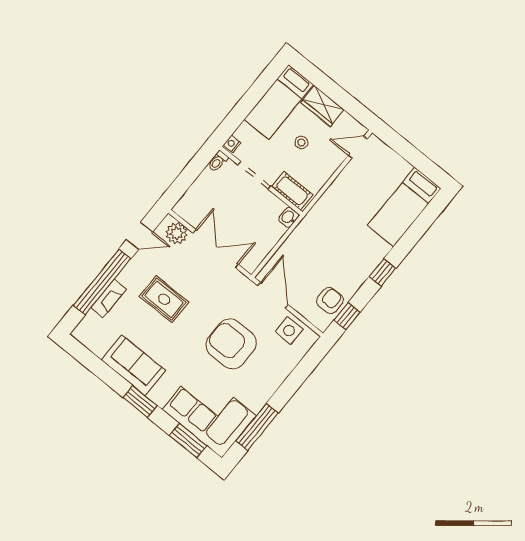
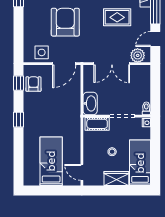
door: (358, 147) -> (82, 172), swing flipped
bed: (404, 207) -> (51, 161), moved
washbasin: (289, 217) -> (90, 103), width x1.91, depth x1.45
door: (273, 295) -> (64, 64), hinge flipped
armchair: (330, 301) -> (33, 84), turned 180
armchair: (231, 344) -> (65, 22), turned -90

